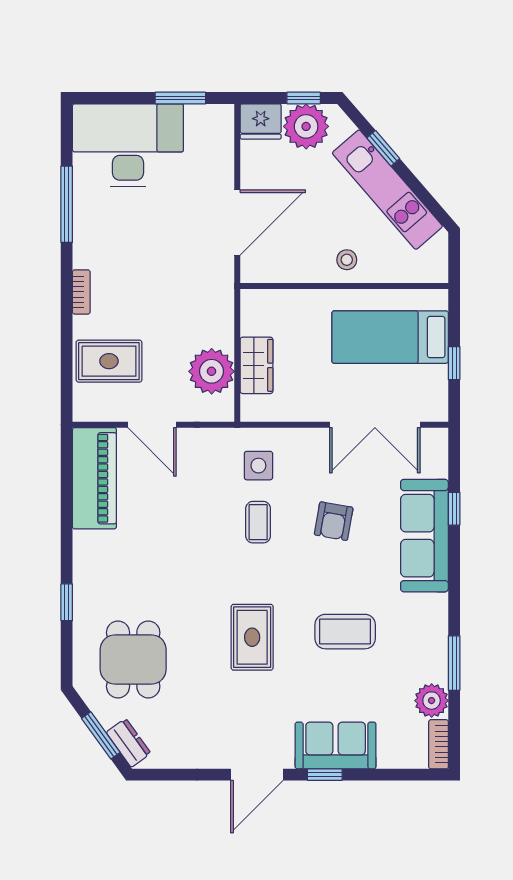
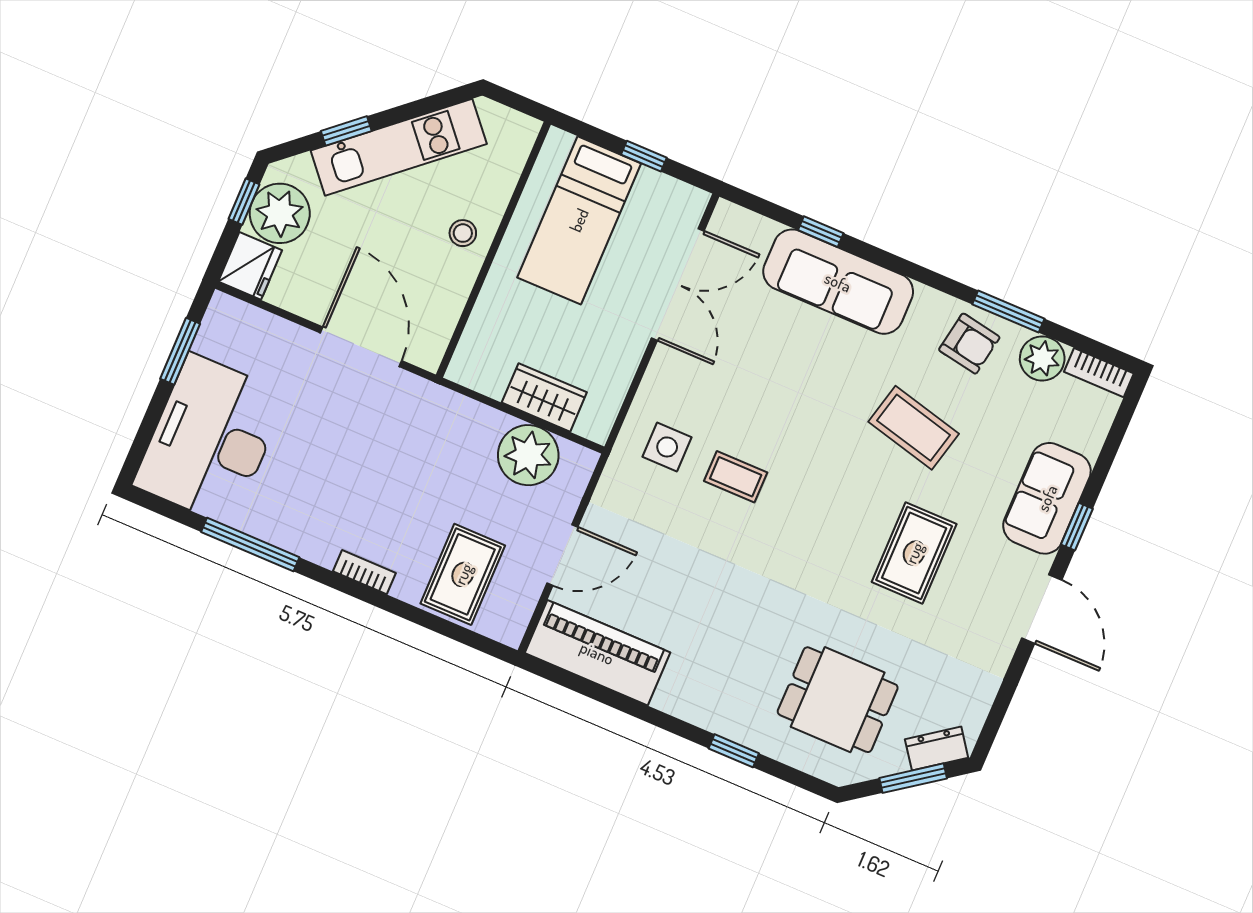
armchair: (334, 521) -> (969, 344), moved
coffee table: (345, 632) -> (914, 428), turned -76
rug: (252, 637) -> (914, 553), moved, turned 90

